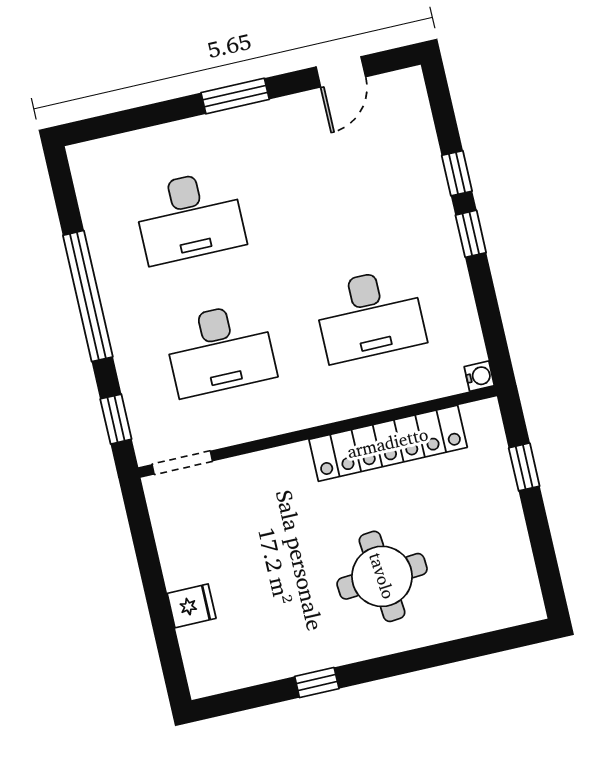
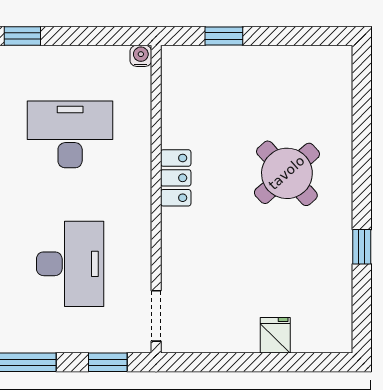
desk: (370, 315) -> (70, 134), turned -90
locker: (388, 443) -> (176, 178), width x0.46, depth x0.83
round table: (382, 576) -> (287, 173), turned -37

